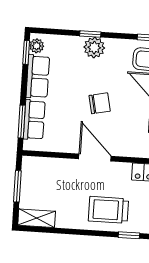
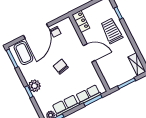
door: (95, 158) -> (89, 53), swing flipped
trolley: (108, 210) -> (112, 31), turned 180

